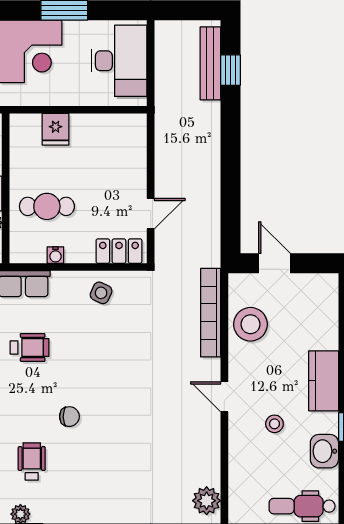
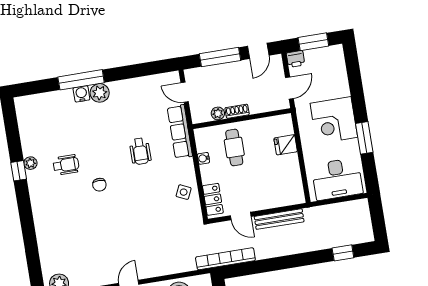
bench: (210, 63) -> (279, 219), moved
bookcase: (211, 313) -> (225, 259), moved

